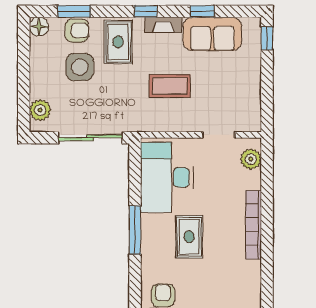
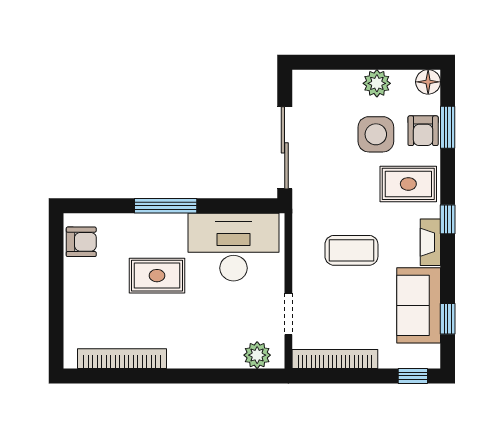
window: (202, 11) -> (448, 319), moved
coffee table: (170, 86) -> (351, 250), turned 90
bookcase: (254, 99) -> (335, 359), added
plant: (40, 110) -> (377, 83), moved
bookcase: (254, 225) -> (122, 359), moved

